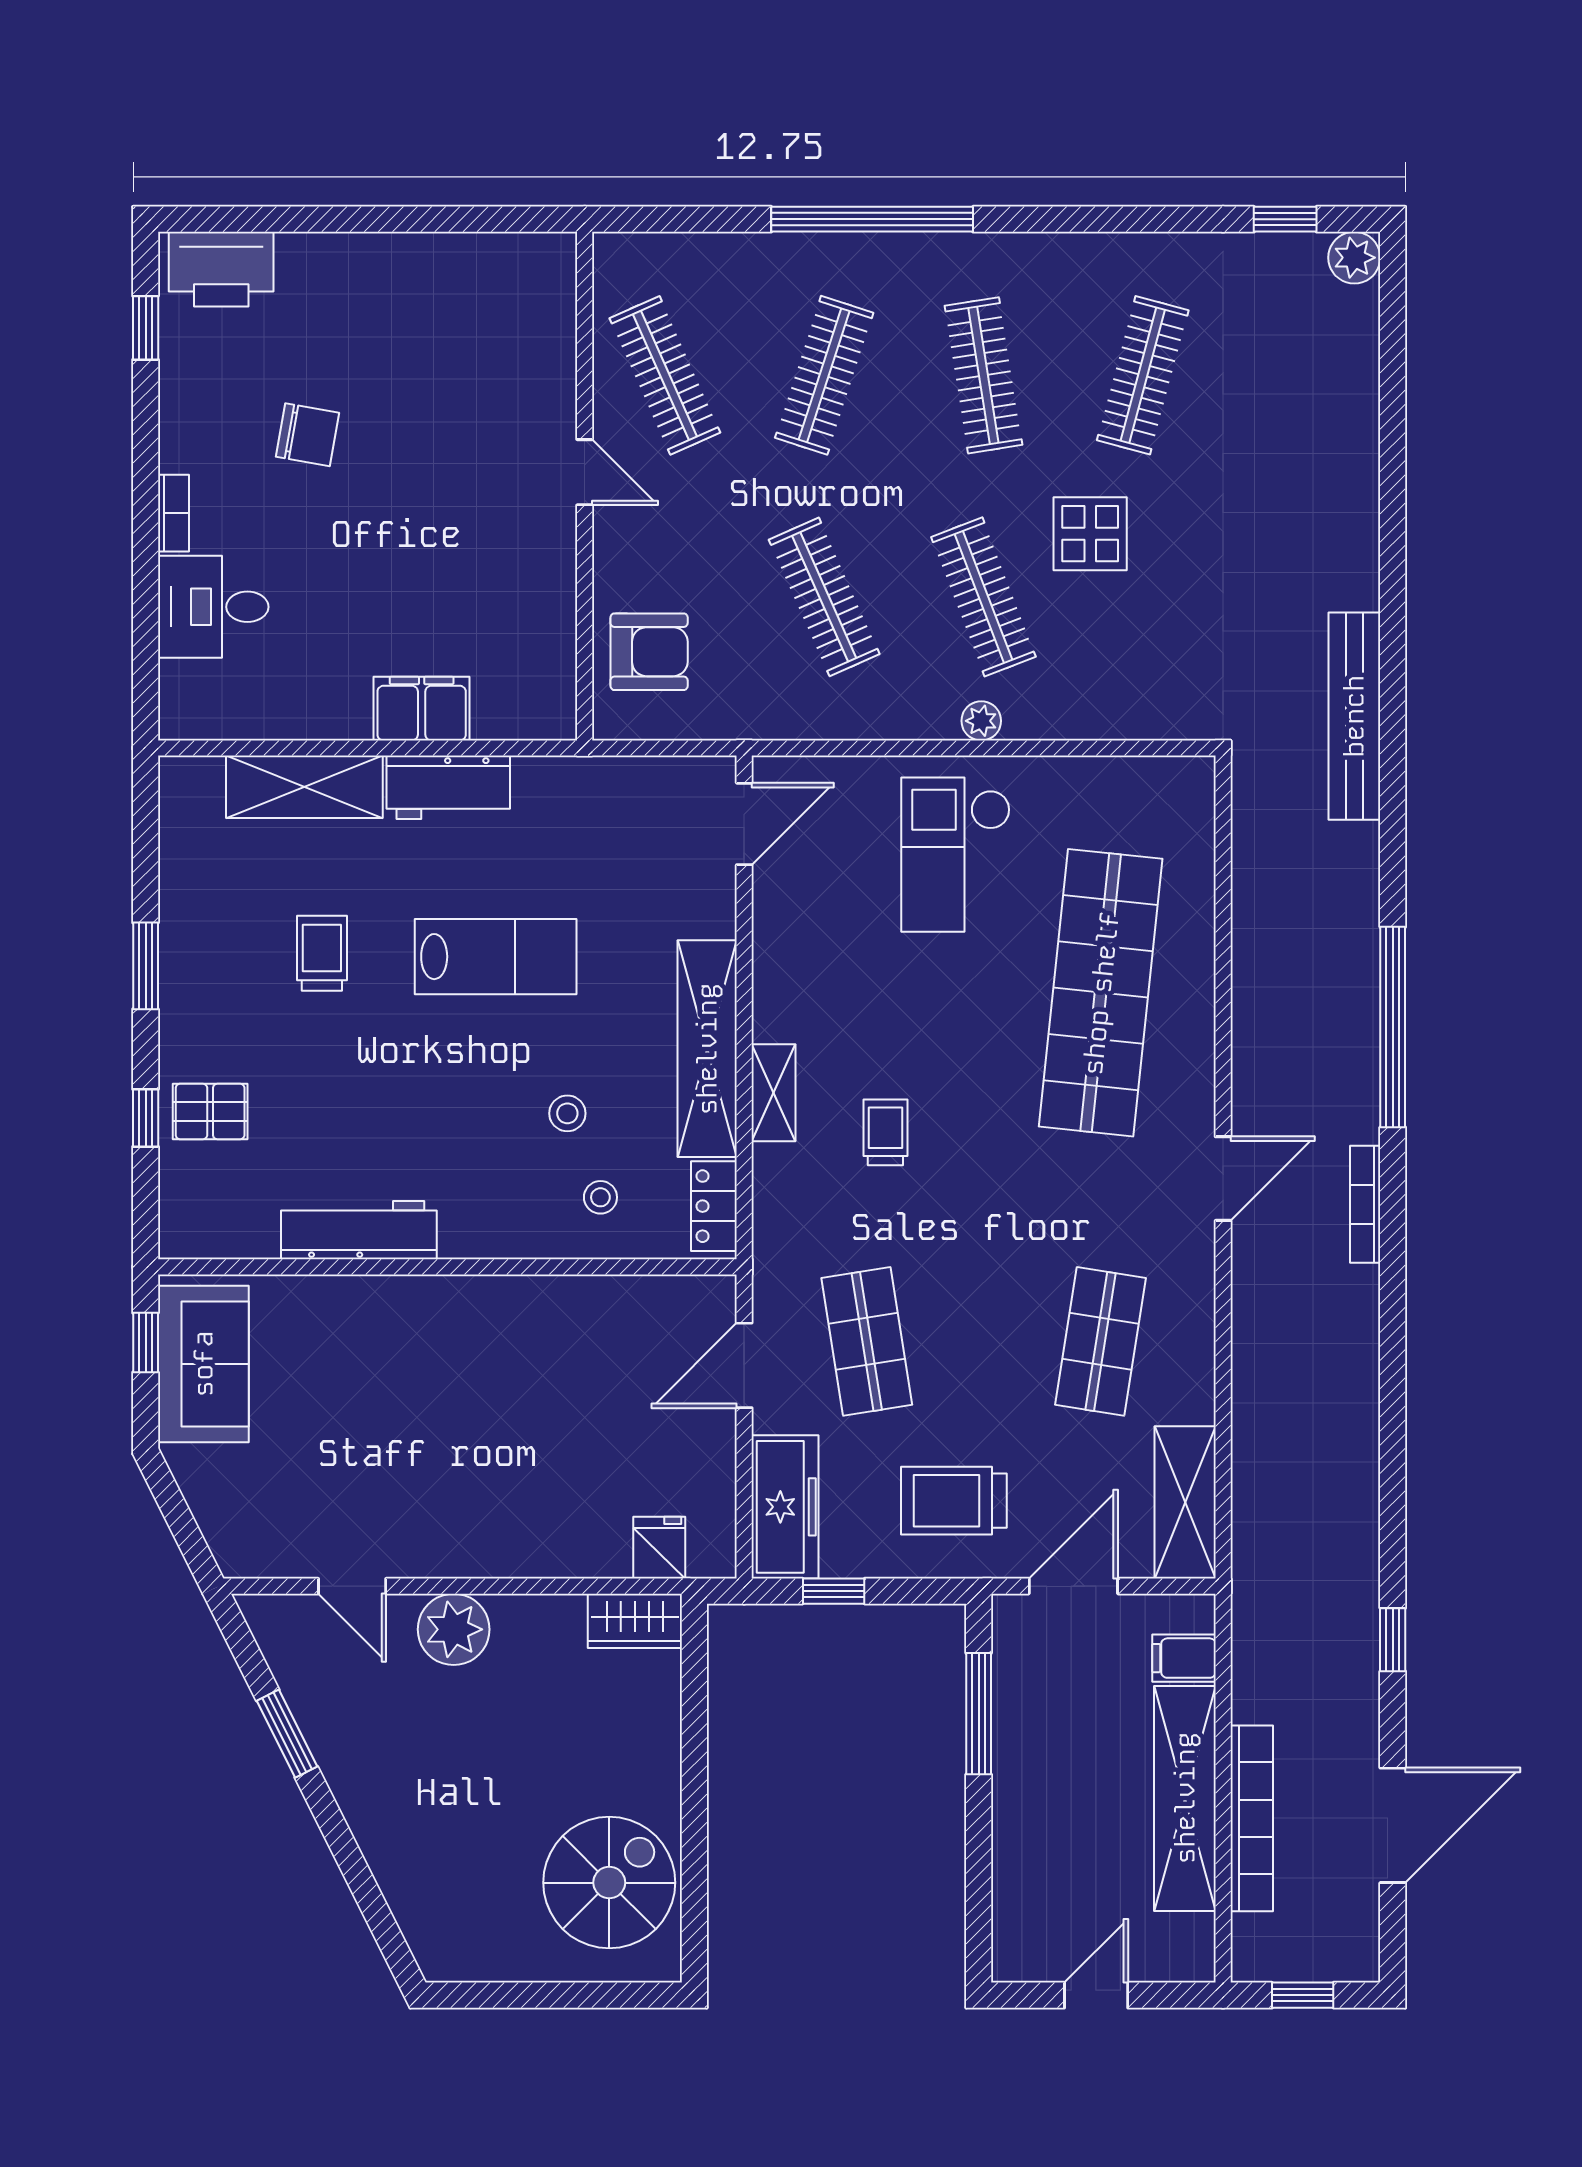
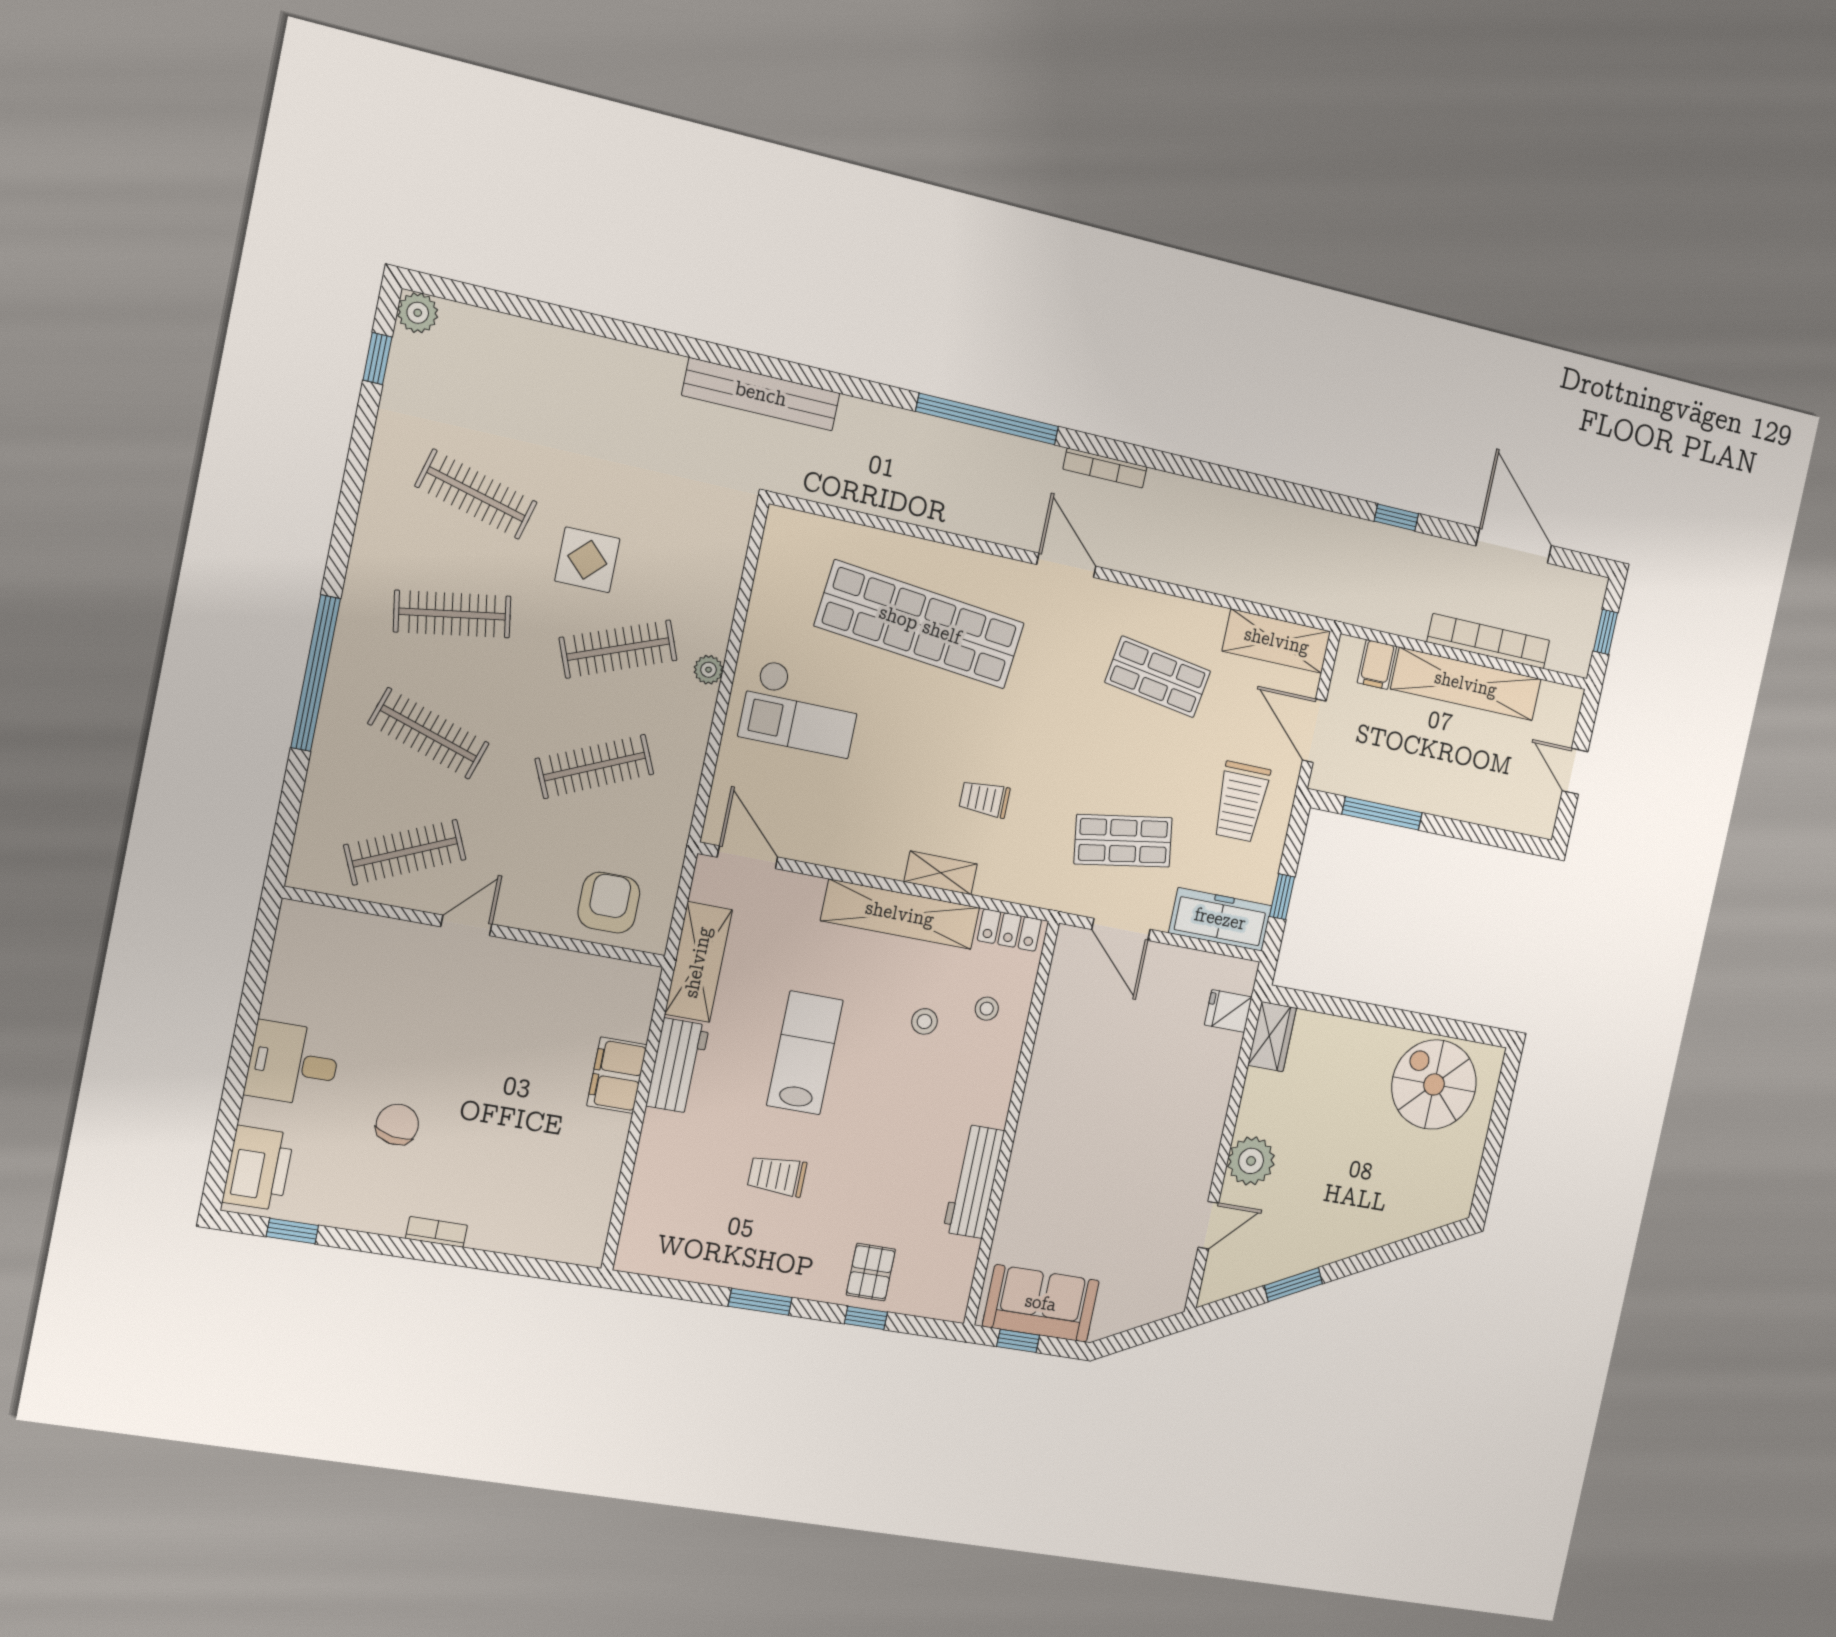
desk: (213, 607) -> (293, 1064), moved, turned 90
shelving: (304, 787) -> (698, 962), moved

